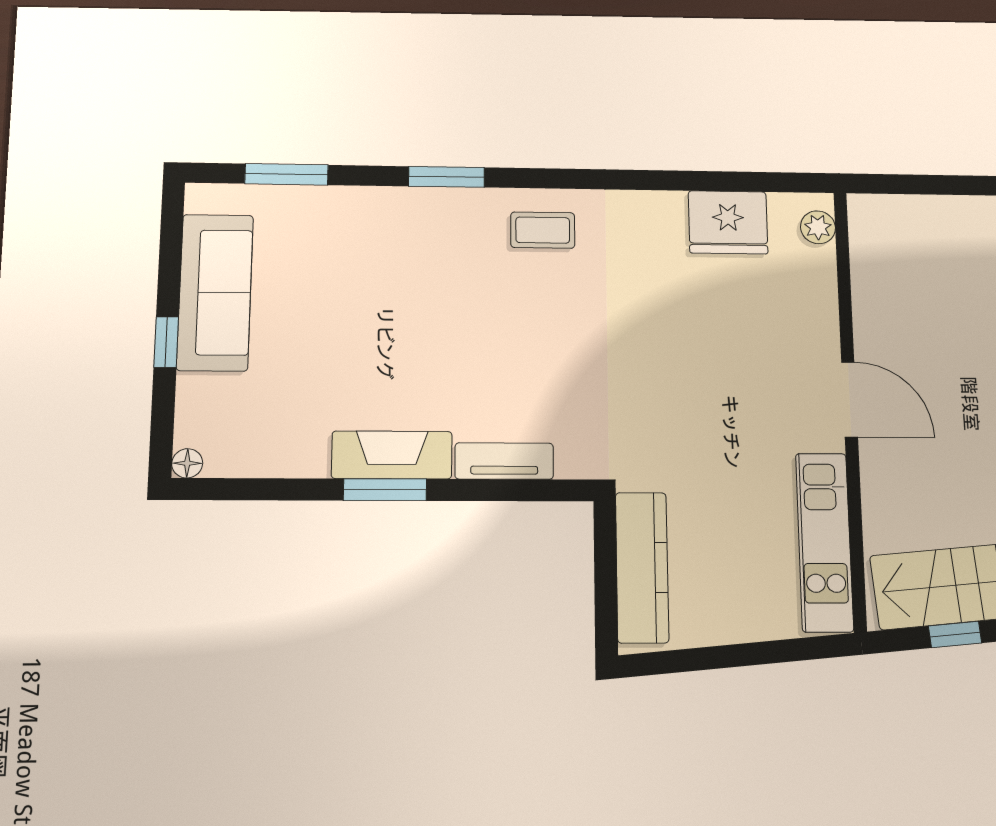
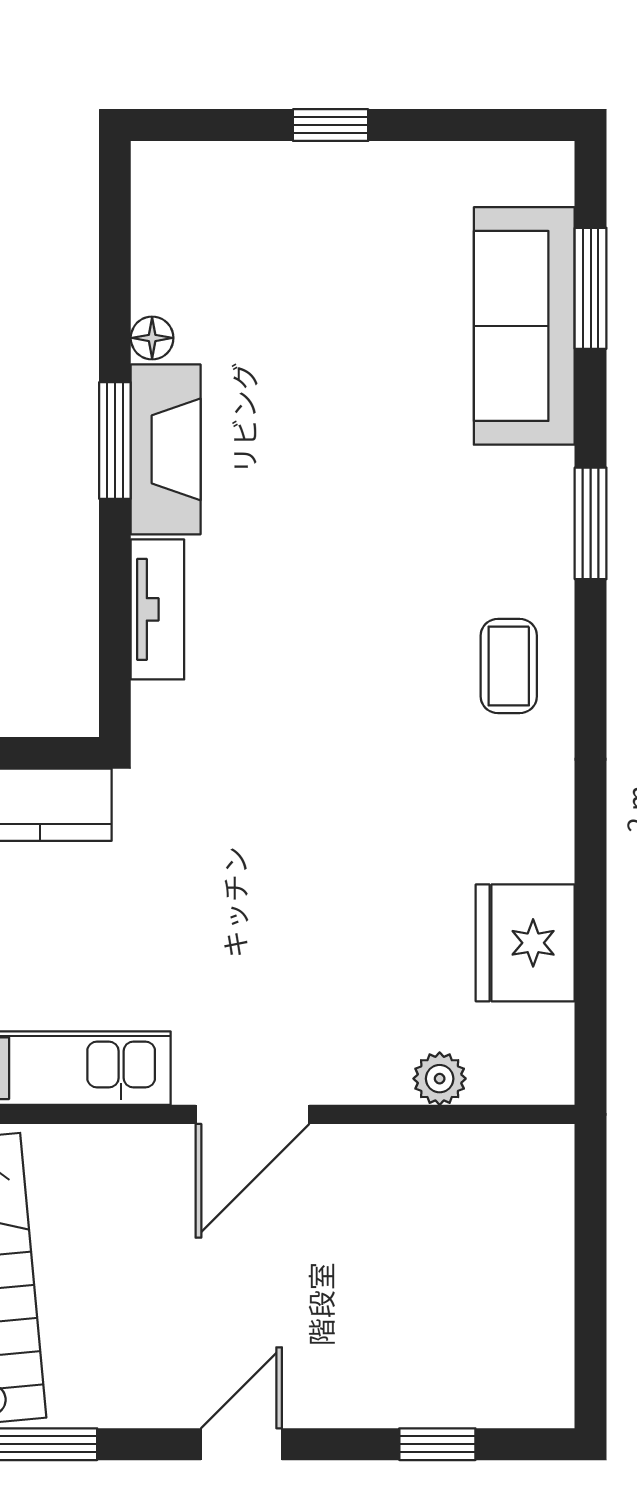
plant: (818, 227) -> (440, 1079), moved
sofa: (215, 292) -> (524, 326), moved, turned 90
floor lamp: (187, 463) -> (152, 338), moved

